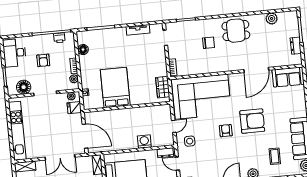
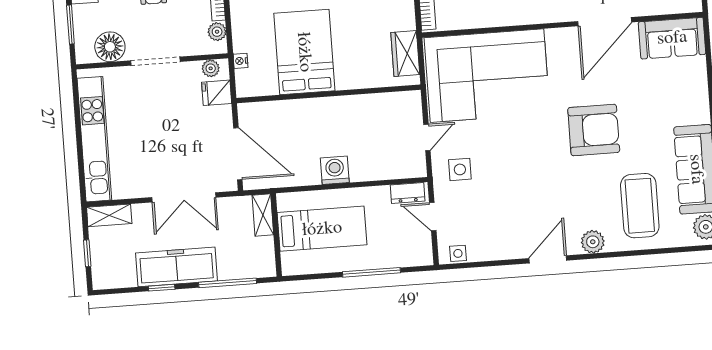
armchair: (226, 131) -> (537, 149), removed
washing machine: (144, 142) -> (335, 170), moved
coffee table: (275, 156) -> (640, 206), width x1.86, depth x1.72

